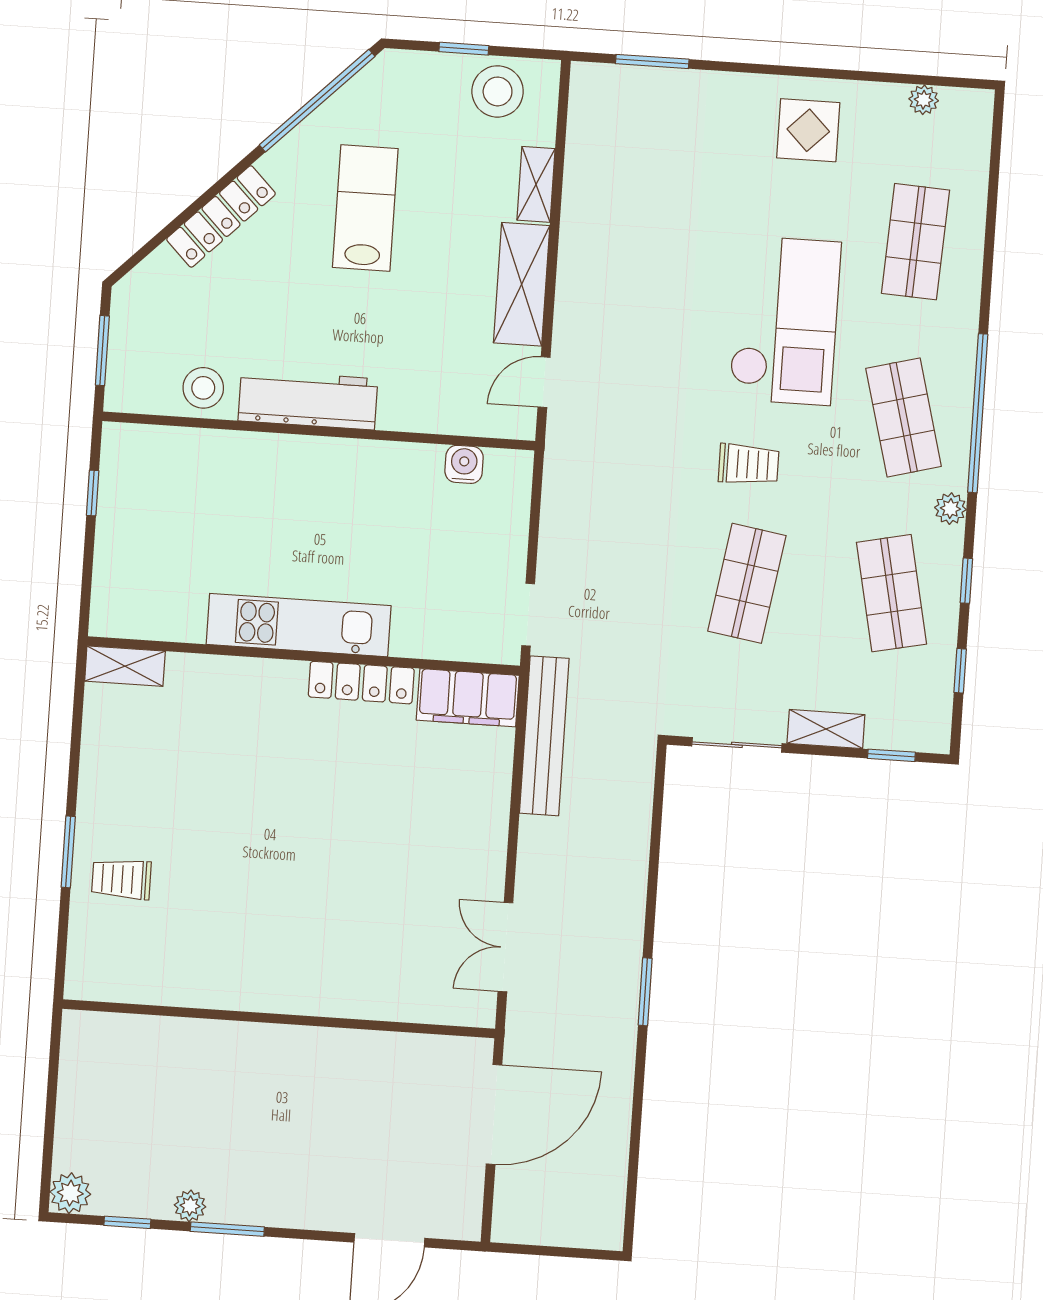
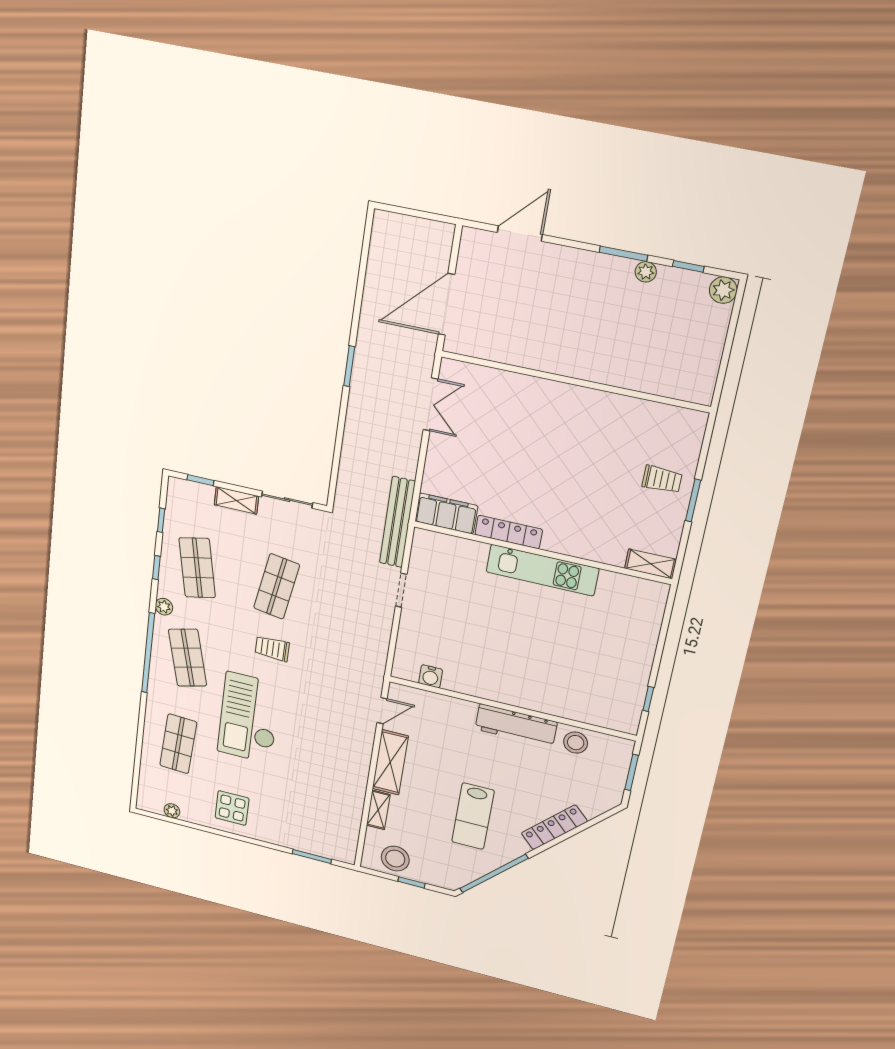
kitchen unit: (299, 625) -> (542, 570), moved
wall: (303, 656) -> (542, 552), moved
shelving: (125, 666) -> (651, 564), moved
locker: (361, 683) -> (509, 532), moved
filing cabinet: (468, 698) -> (446, 513), moved

